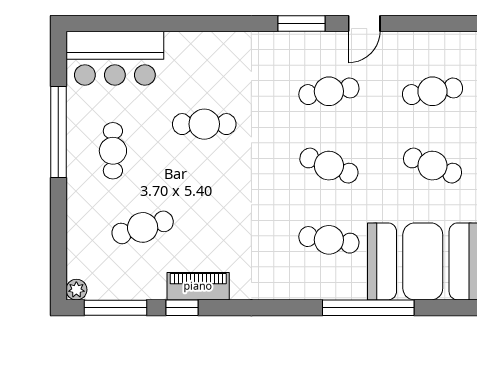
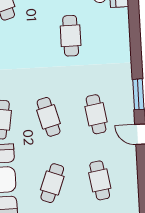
cafe table: (329, 166) -> (49, 117), turned -36

